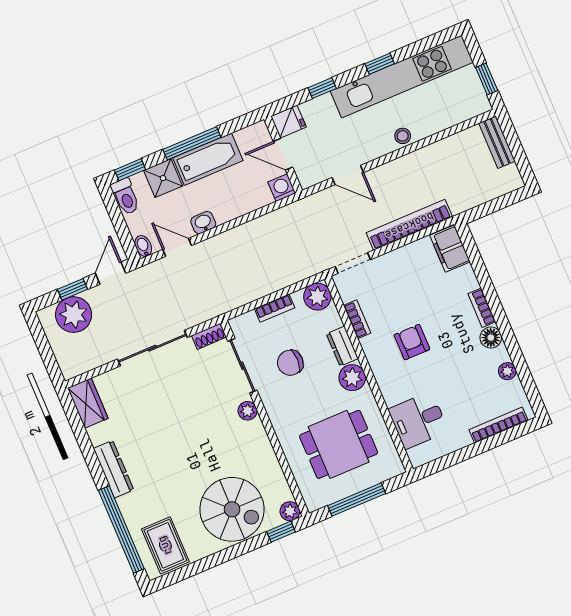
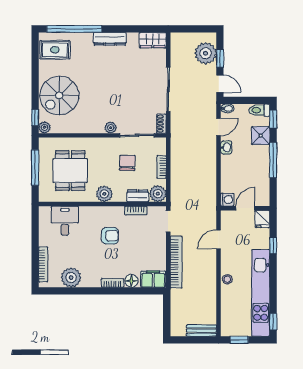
window: (380, 64) -> (273, 322), moved
bathtub: (208, 159) -> (261, 165), removed
floor lamp: (491, 338) -> (131, 281), moved
dresser: (342, 346) -> (138, 196), moved
plant: (507, 371) -> (71, 277), width x1.88, depth x1.88

